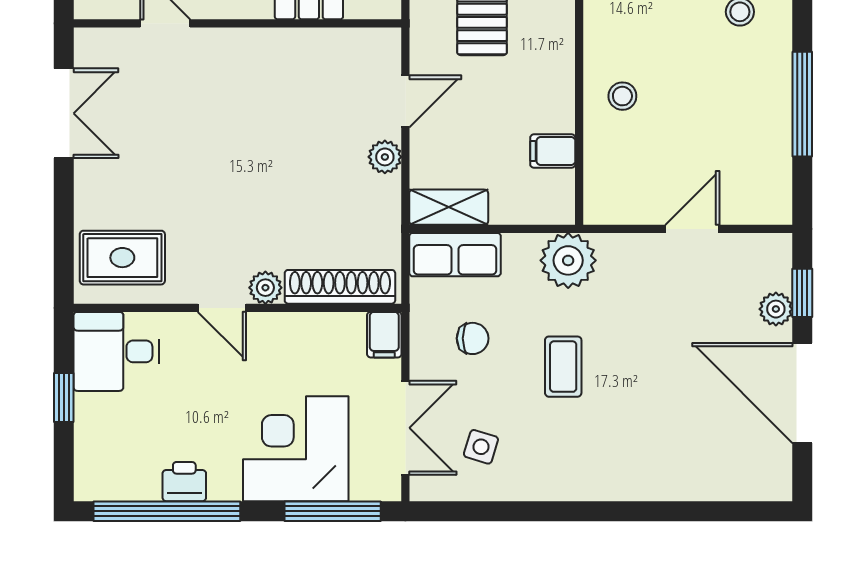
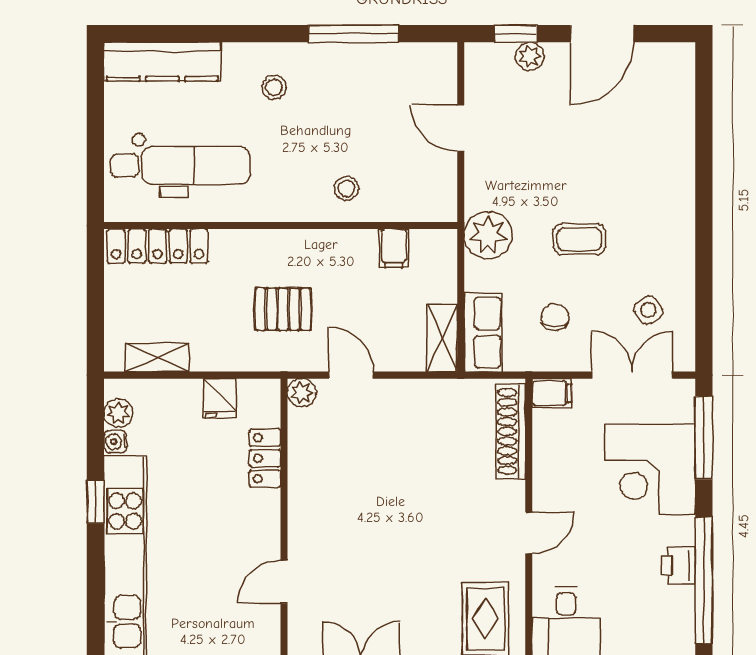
plant: (385, 157) -> (302, 393), moved
plant: (265, 288) -> (511, 496), removed
door: (802, 393) -> (602, 34), width x0.73
side table: (481, 447) -> (648, 310), turned 38

